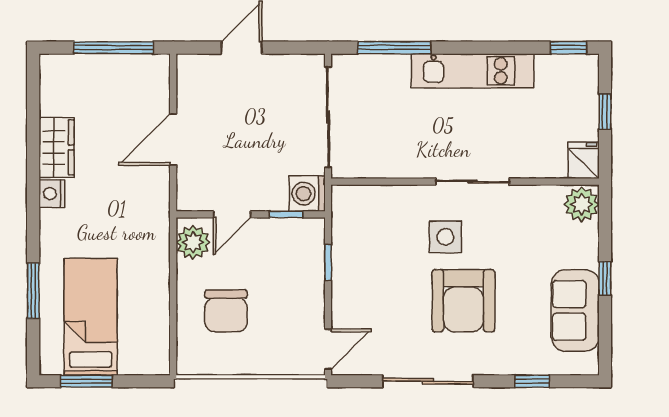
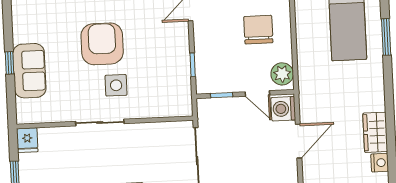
nightstand: (52, 194) -> (380, 163), moved
washing machine: (307, 194) -> (283, 109), moved, turned 180
plant: (582, 204) -> (27, 111), removed
door: (232, 214) -> (257, 93), swing flipped
sofa: (575, 310) -> (29, 71), moved

